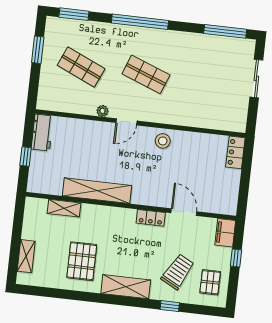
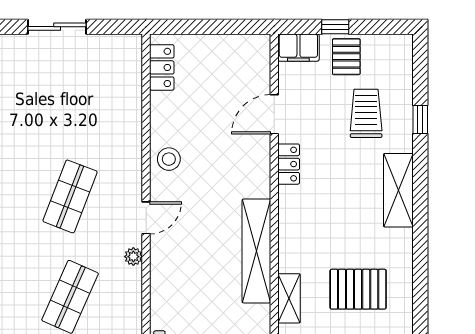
door: (126, 122) -> (146, 218), hinge flipped
locker: (235, 152) -> (162, 67), moved, turned -90
pallet: (82, 261) -> (358, 289), moved
trolley: (178, 272) -> (366, 113), turned 62
pallet: (210, 282) -> (346, 57), moved, turned 90

